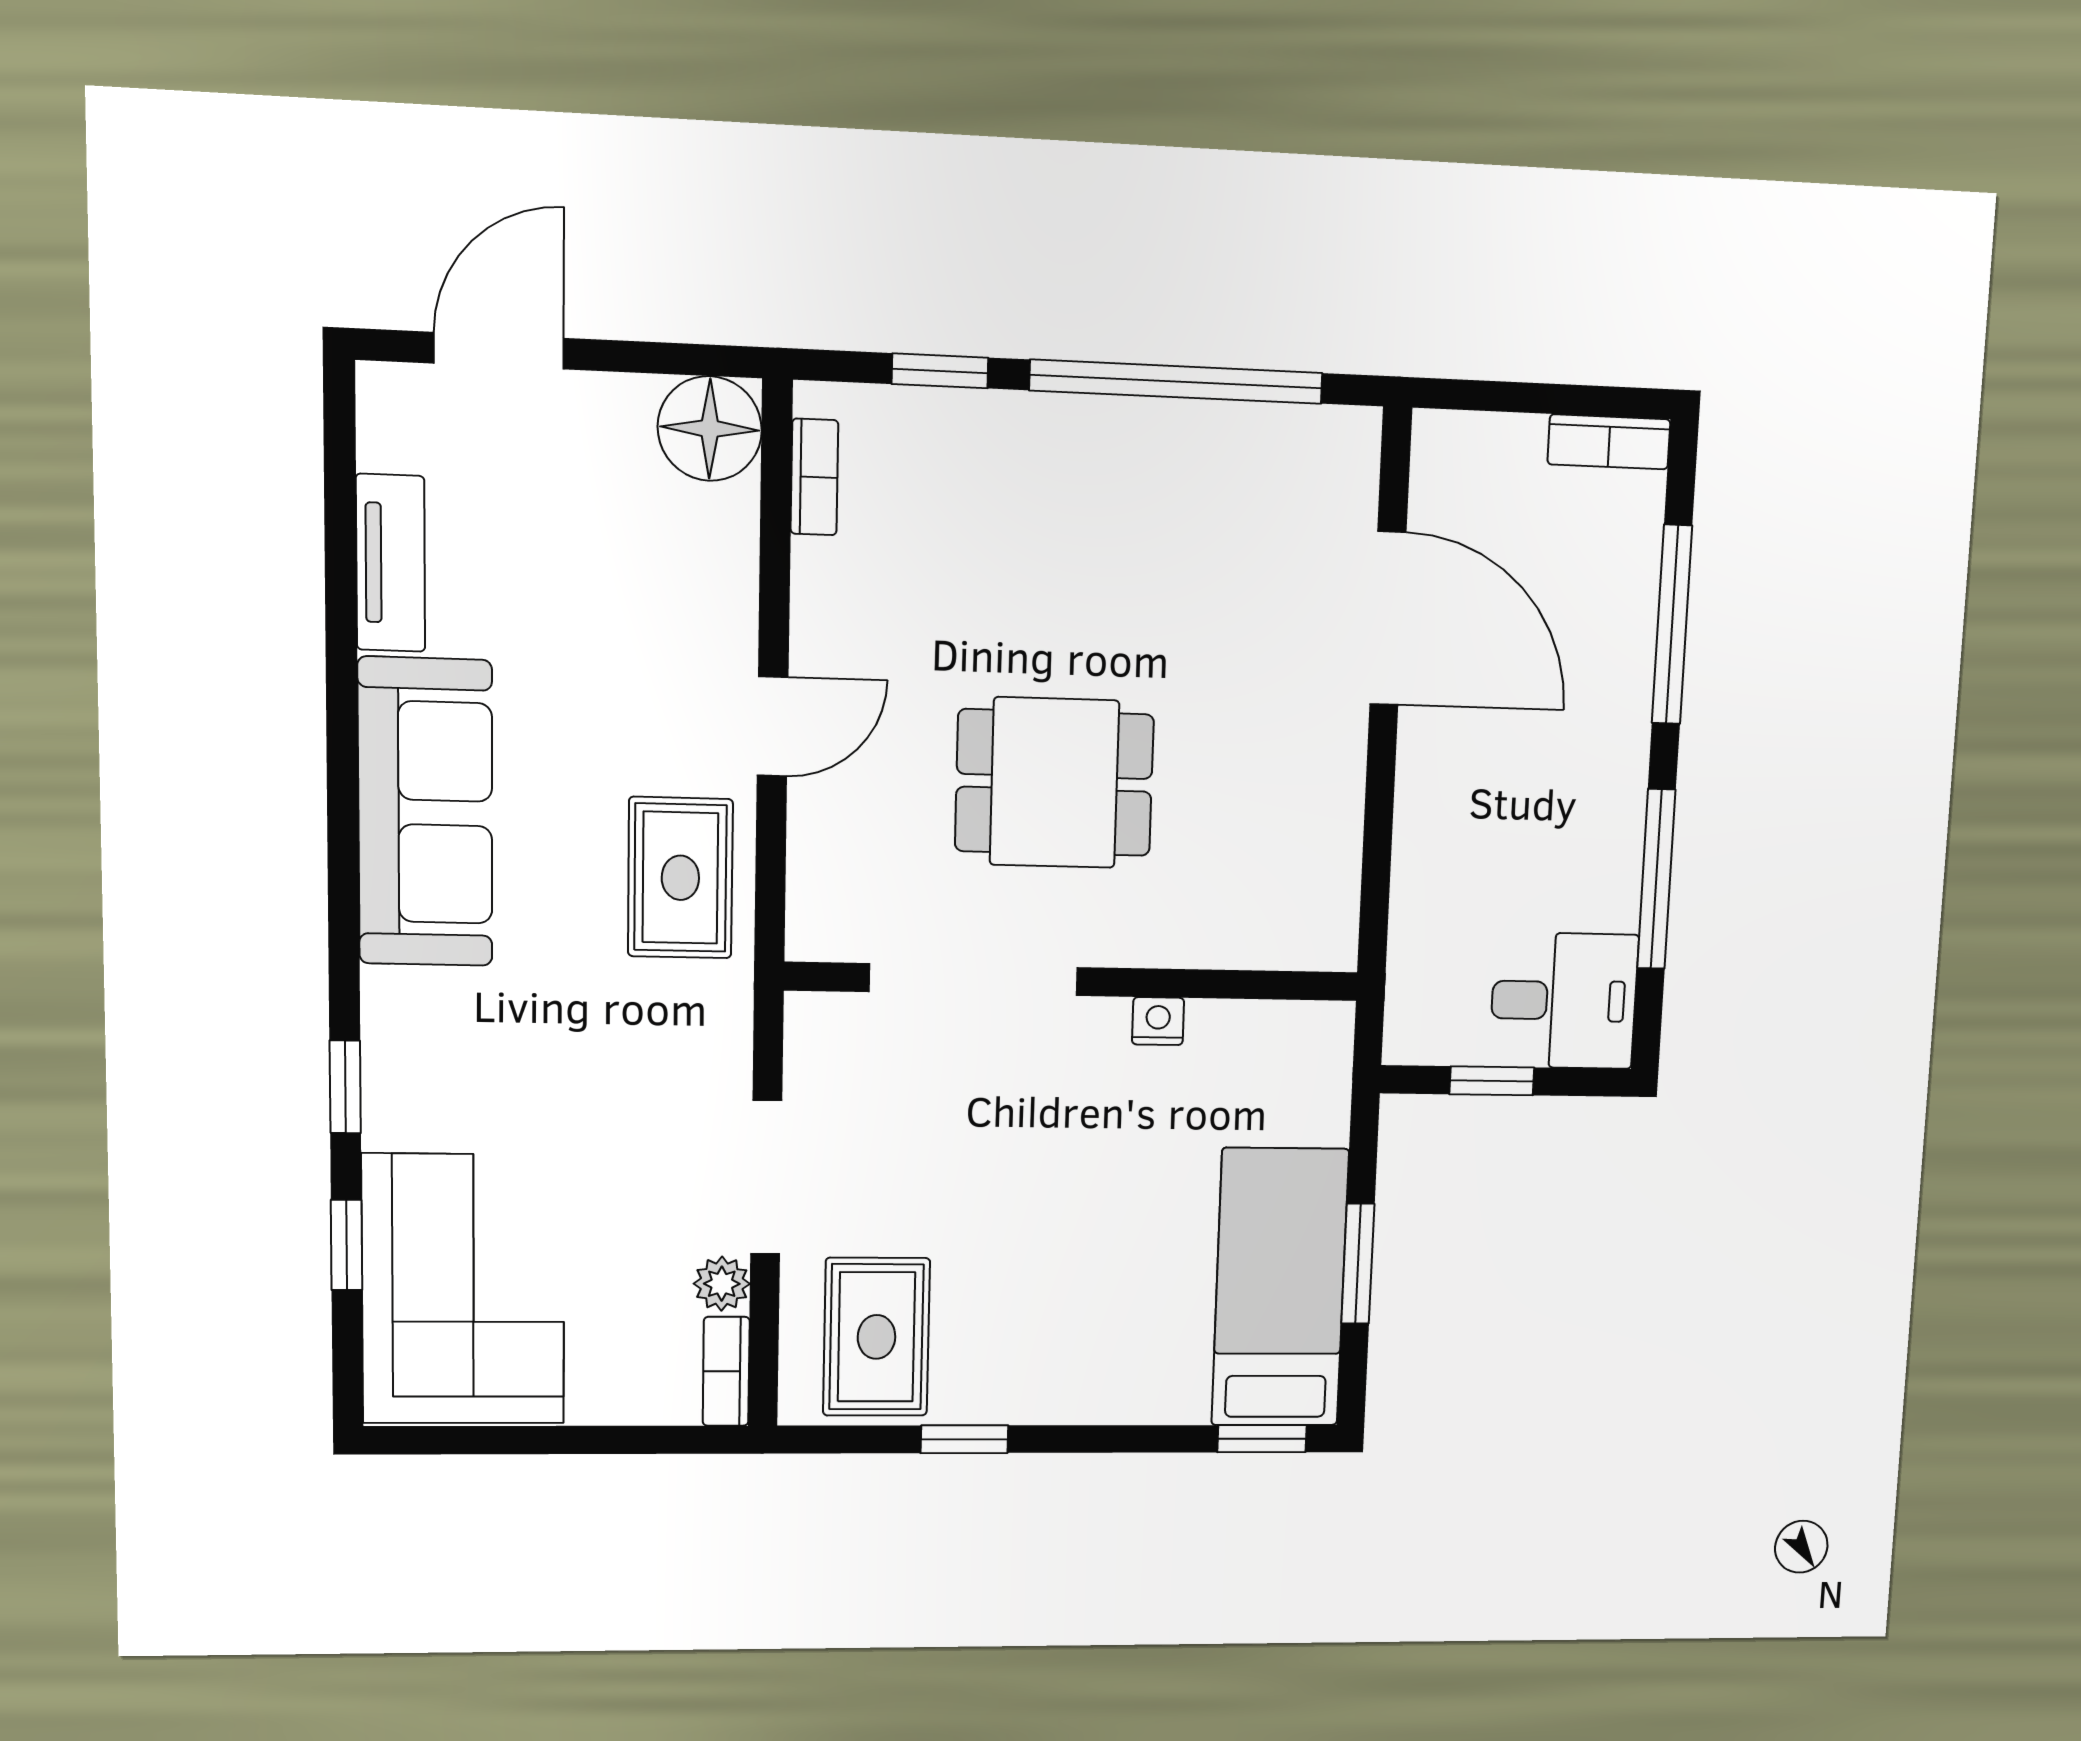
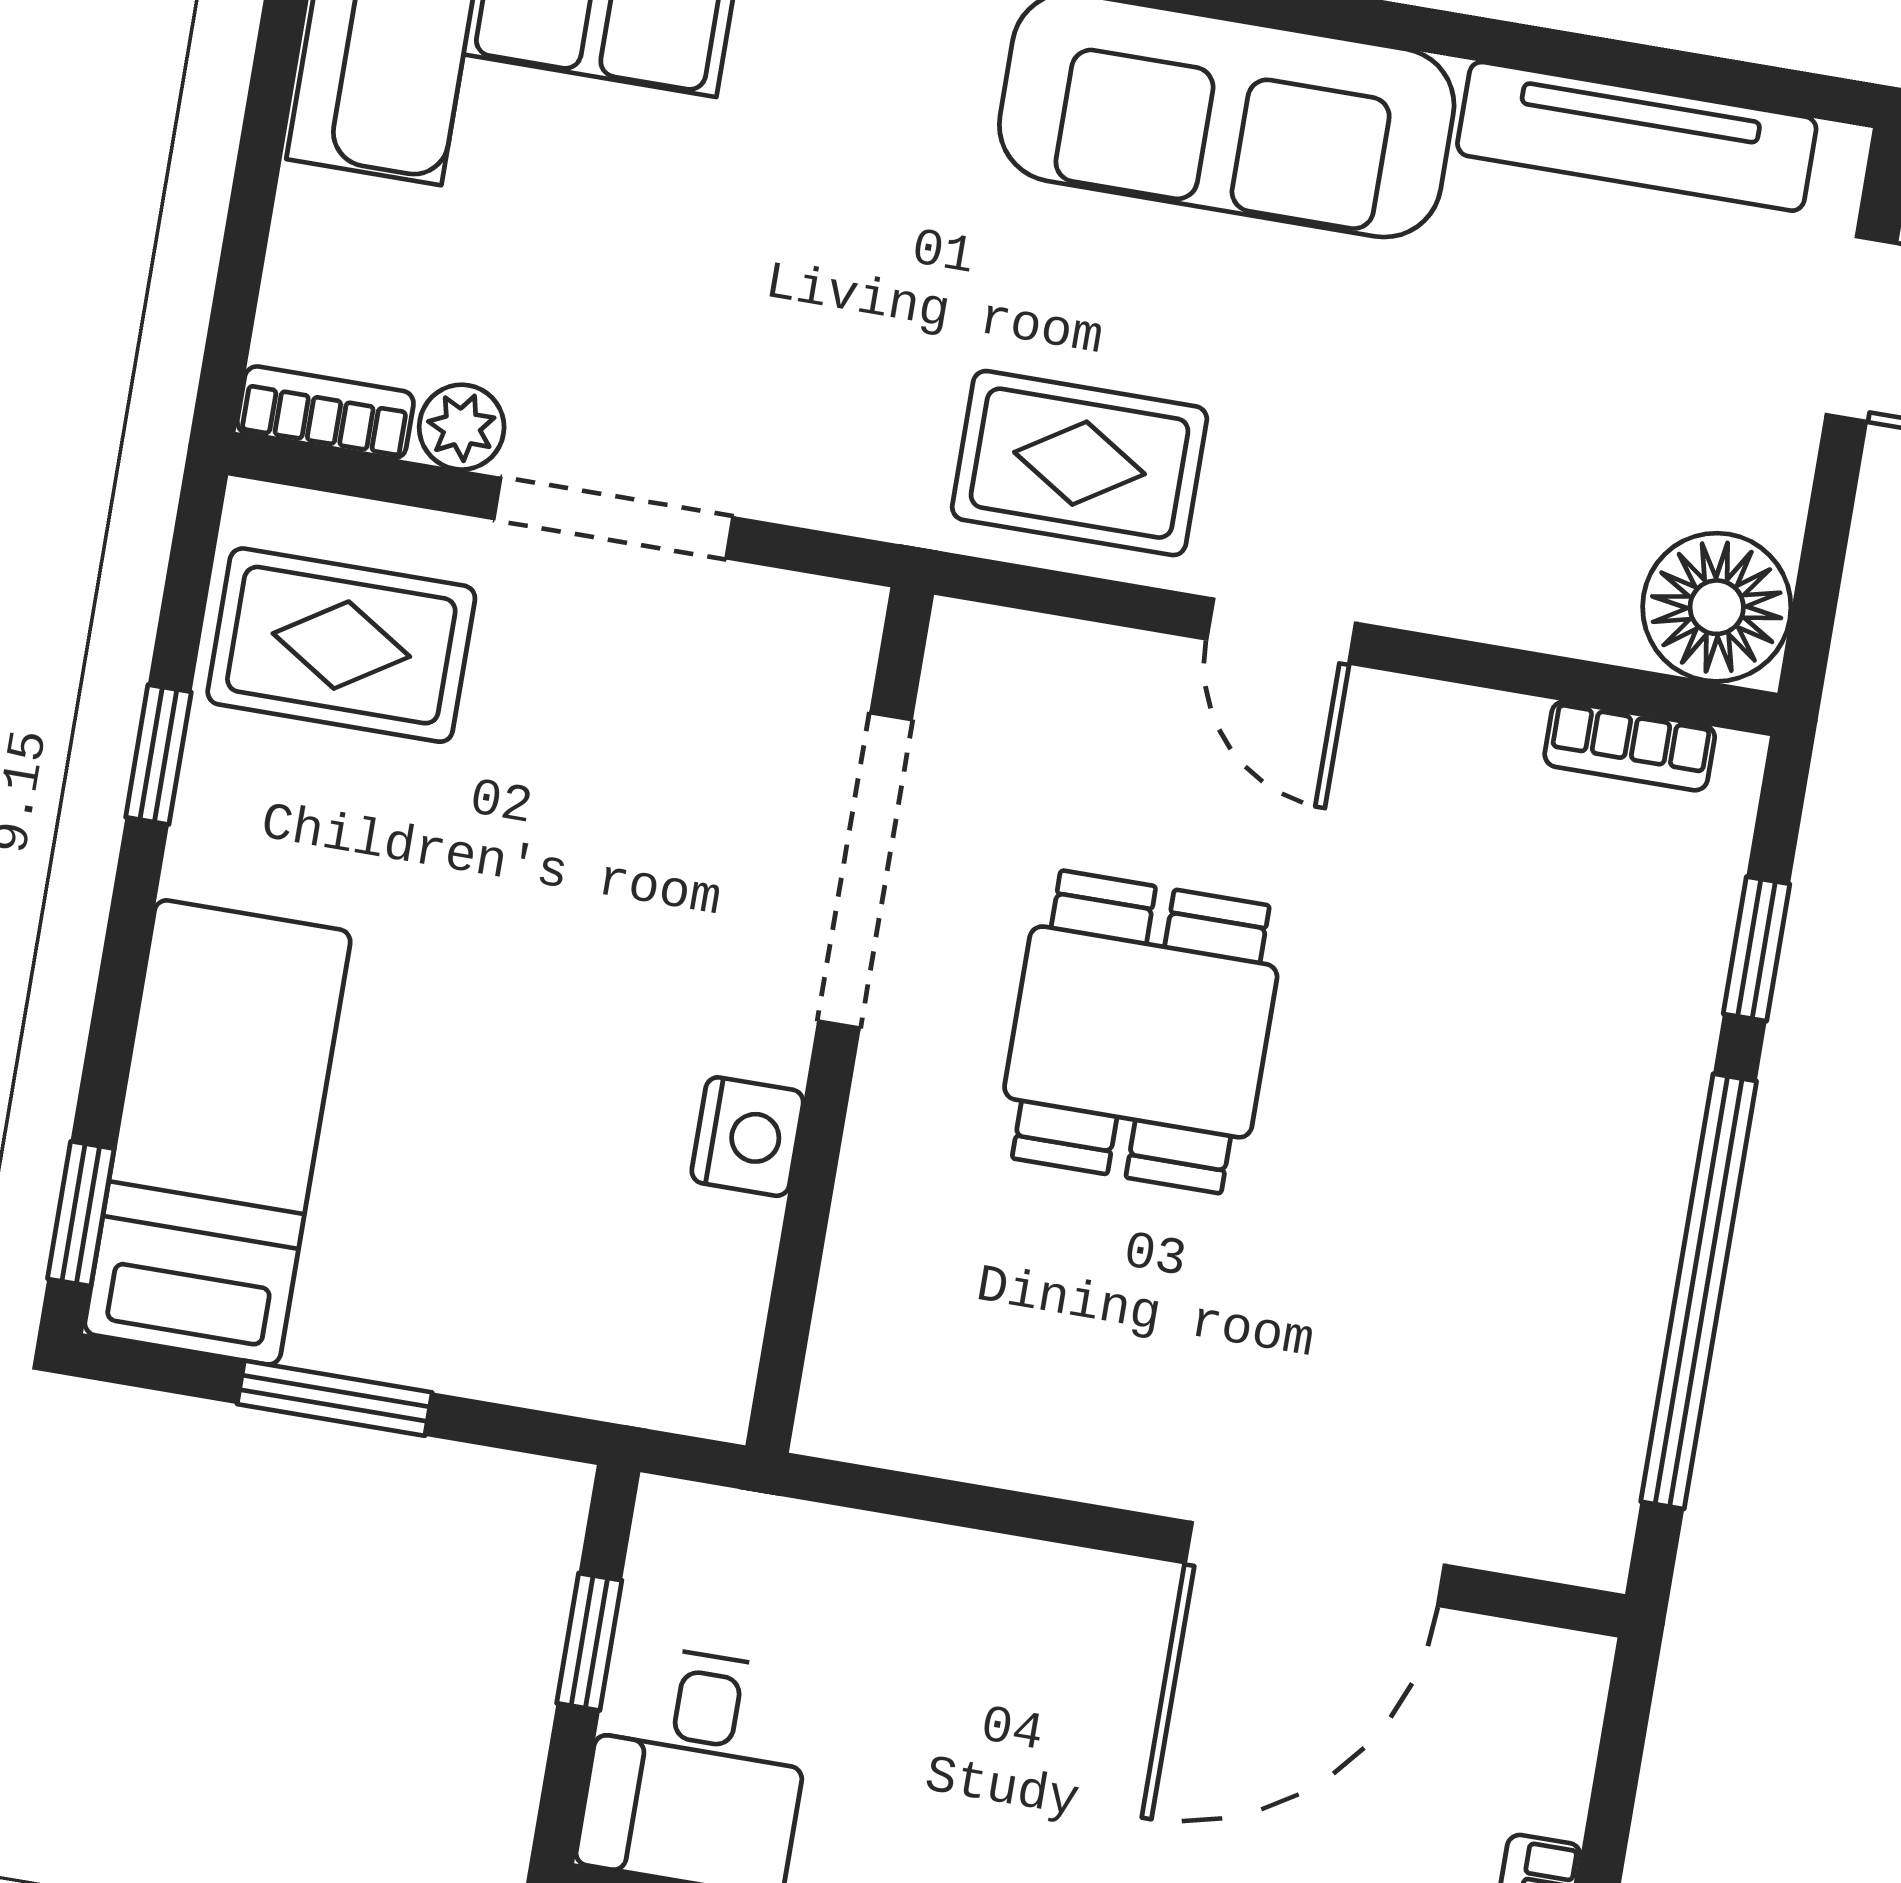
tv unit: (391, 563) -> (1637, 136), width x1.41
nightstand: (1158, 1021) -> (747, 1137), width x1.39, depth x1.35
bed: (1280, 1288) -> (218, 1132), moved, turned -90

